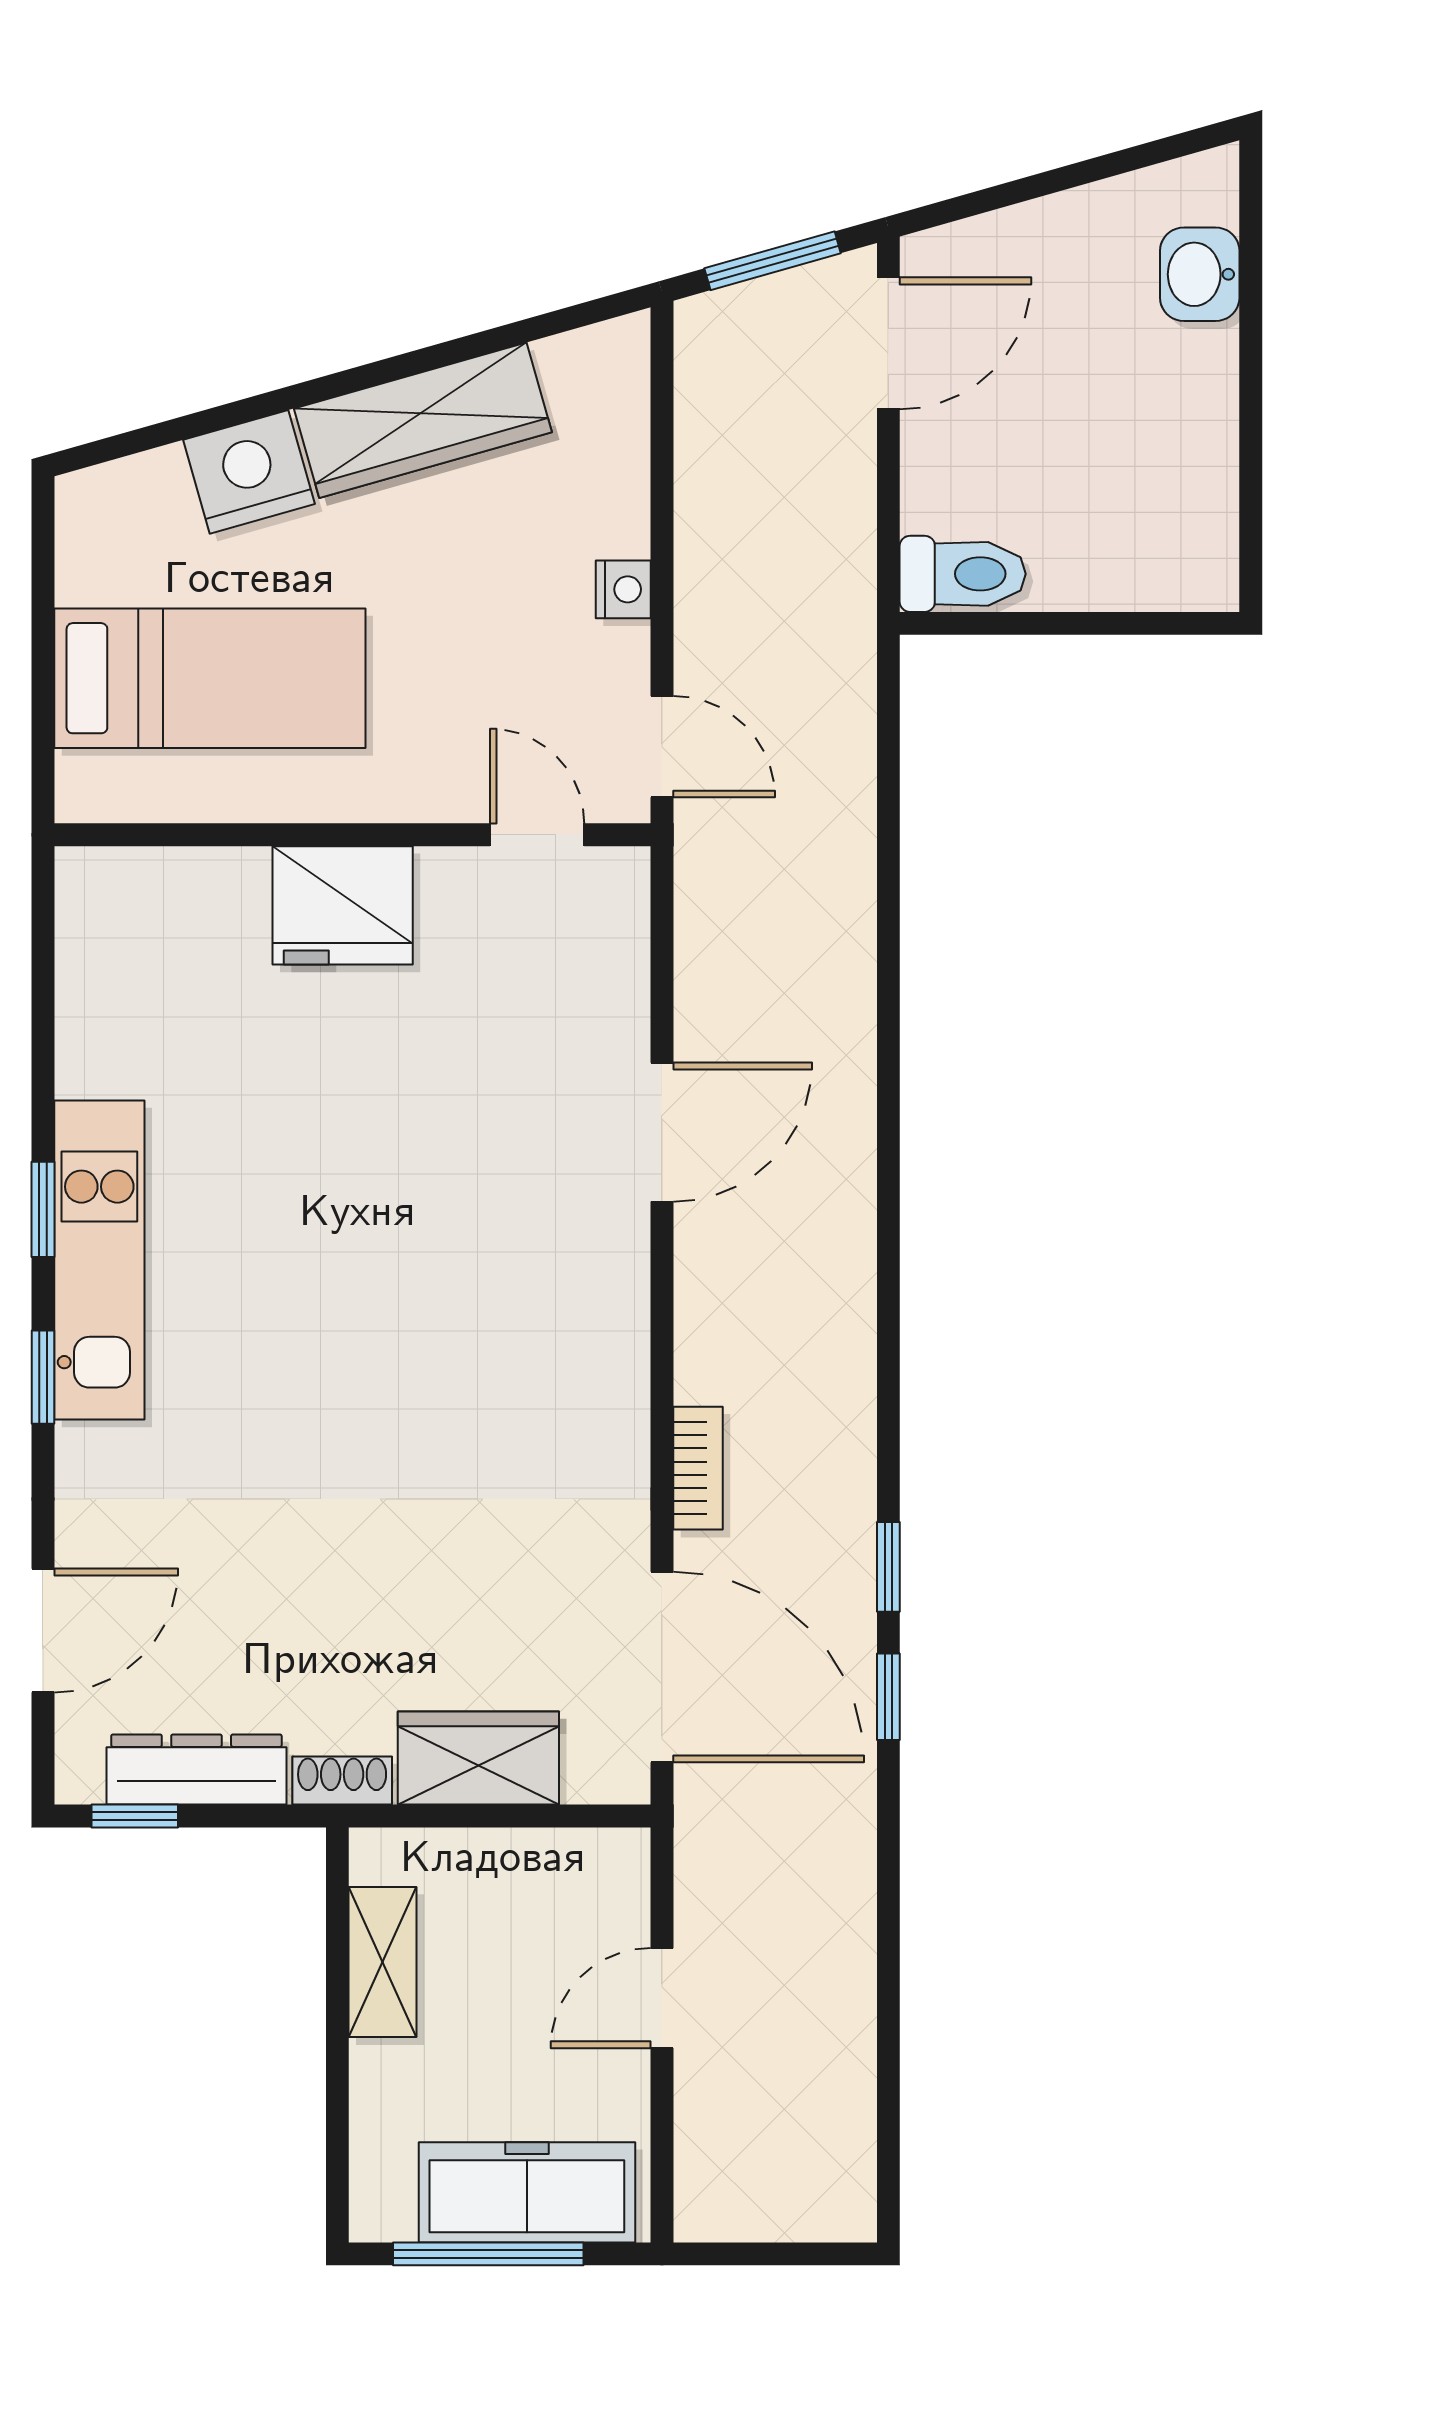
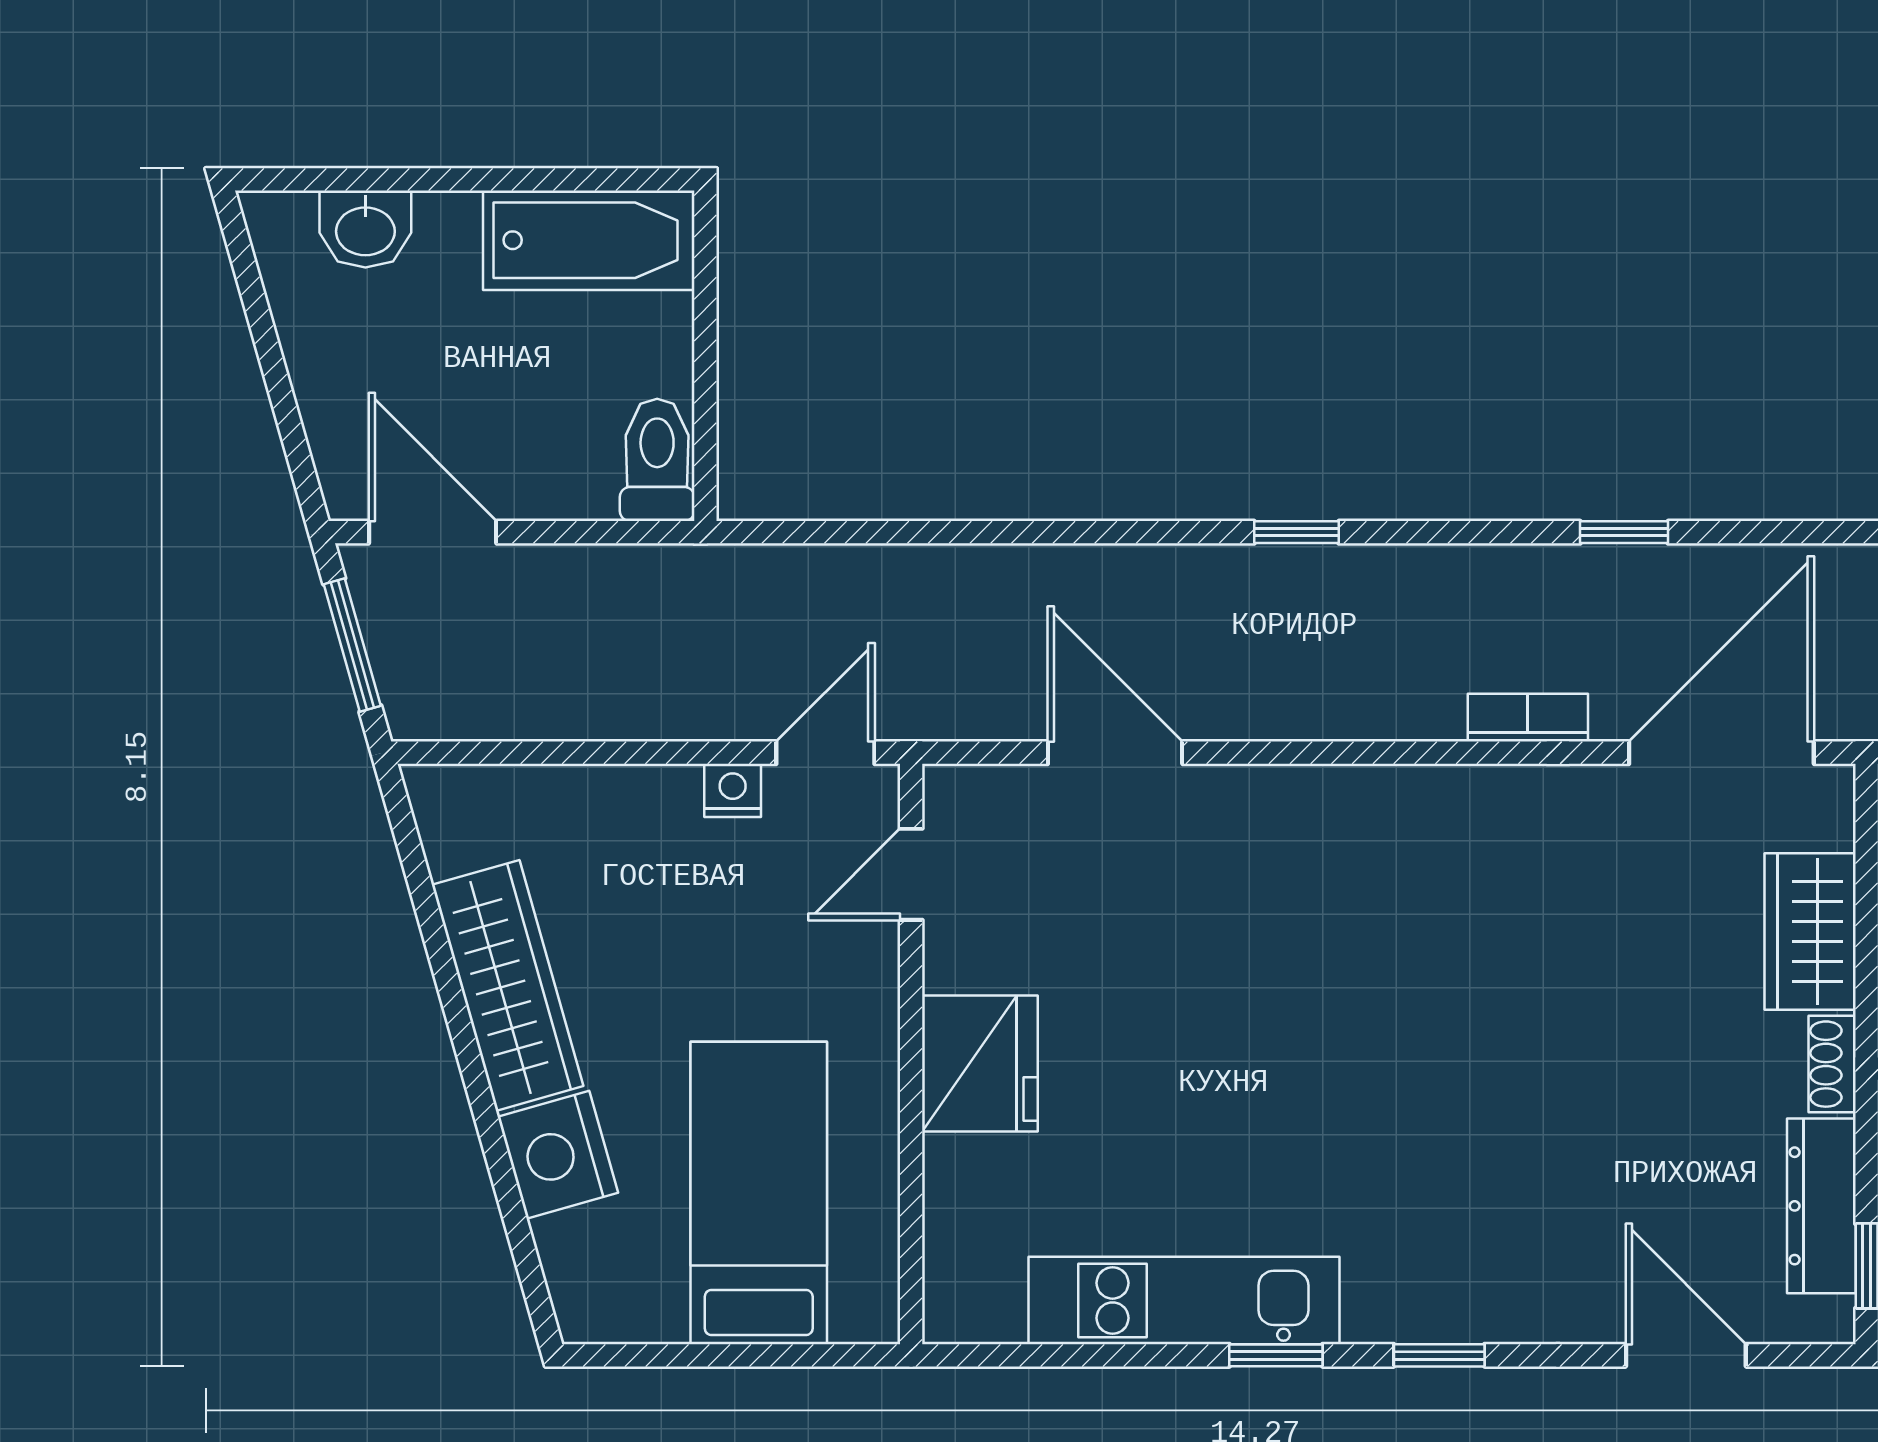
bathtub: (1188, 504) -> (589, 240), added
nightstand: (623, 589) -> (733, 790), moved
door: (662, 1132) -> (1115, 753), moved
kitchen unit: (99, 1260) -> (1184, 1301), moved
window: (888, 1697) -> (1297, 532), moved

